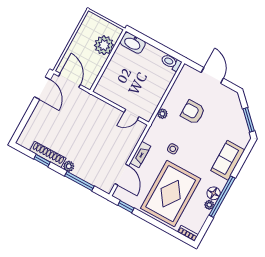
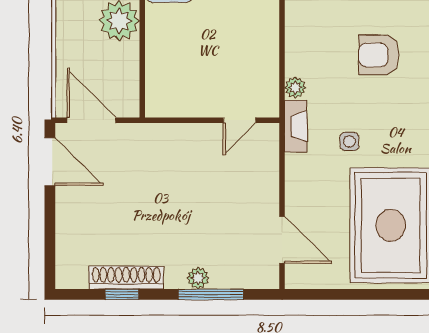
armchair: (193, 112) -> (379, 55), moved
fireplace: (140, 154) -> (296, 126), moved
plant: (69, 166) -> (198, 278), moved
window: (126, 207) -> (322, 294), removed

